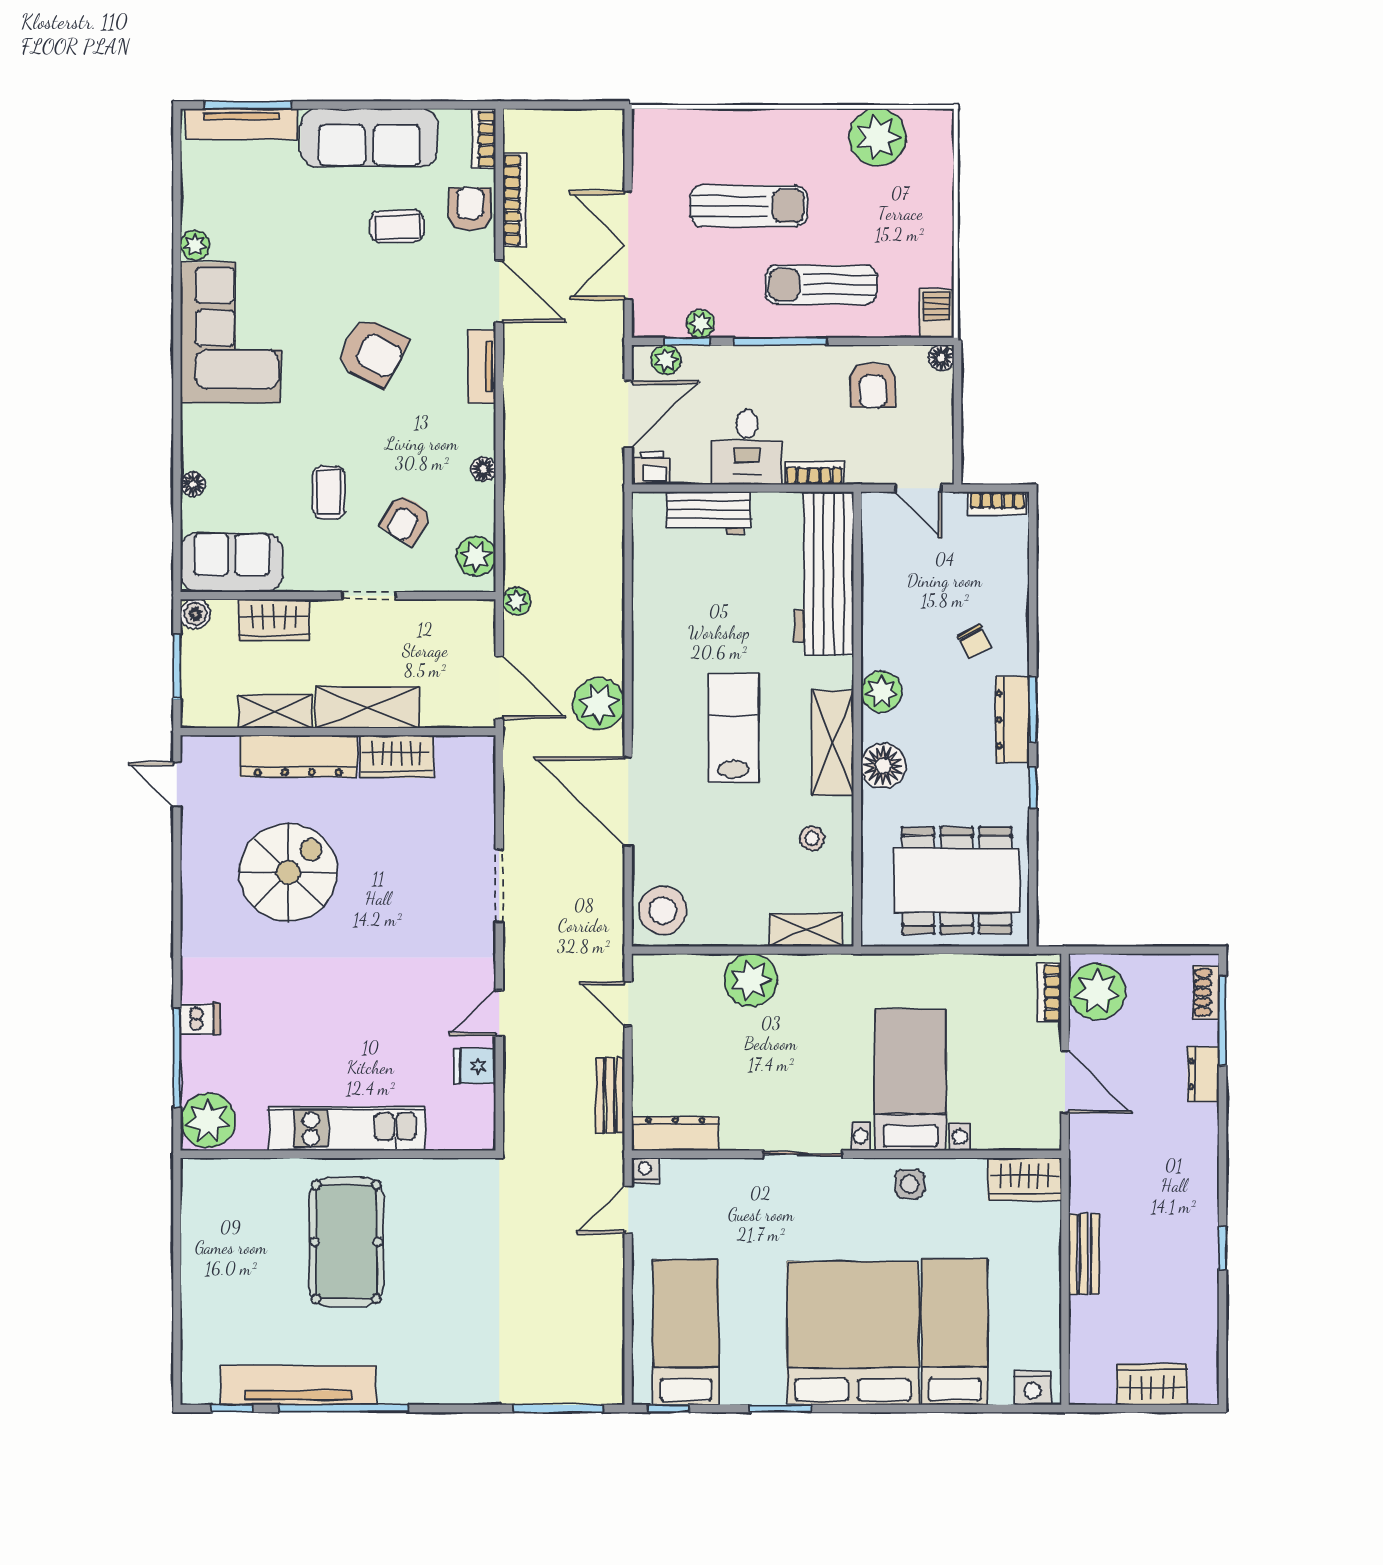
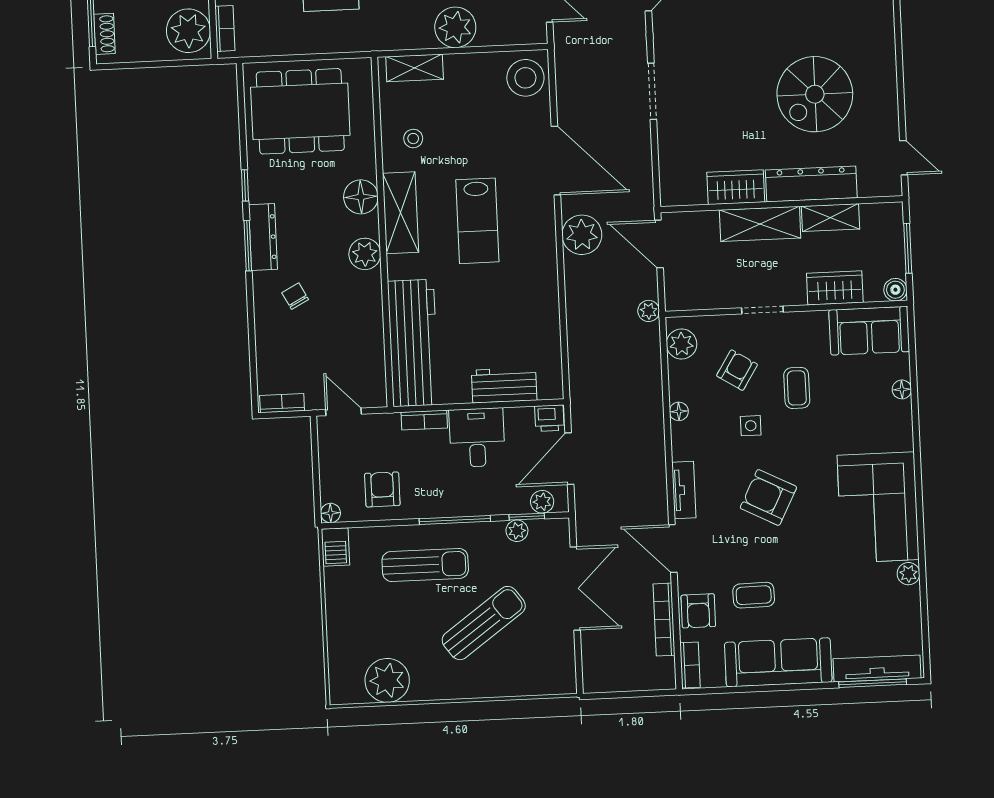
sun lounger: (749, 206) -> (484, 623), turned 144
side table: (391, 446) -> (751, 426), added

